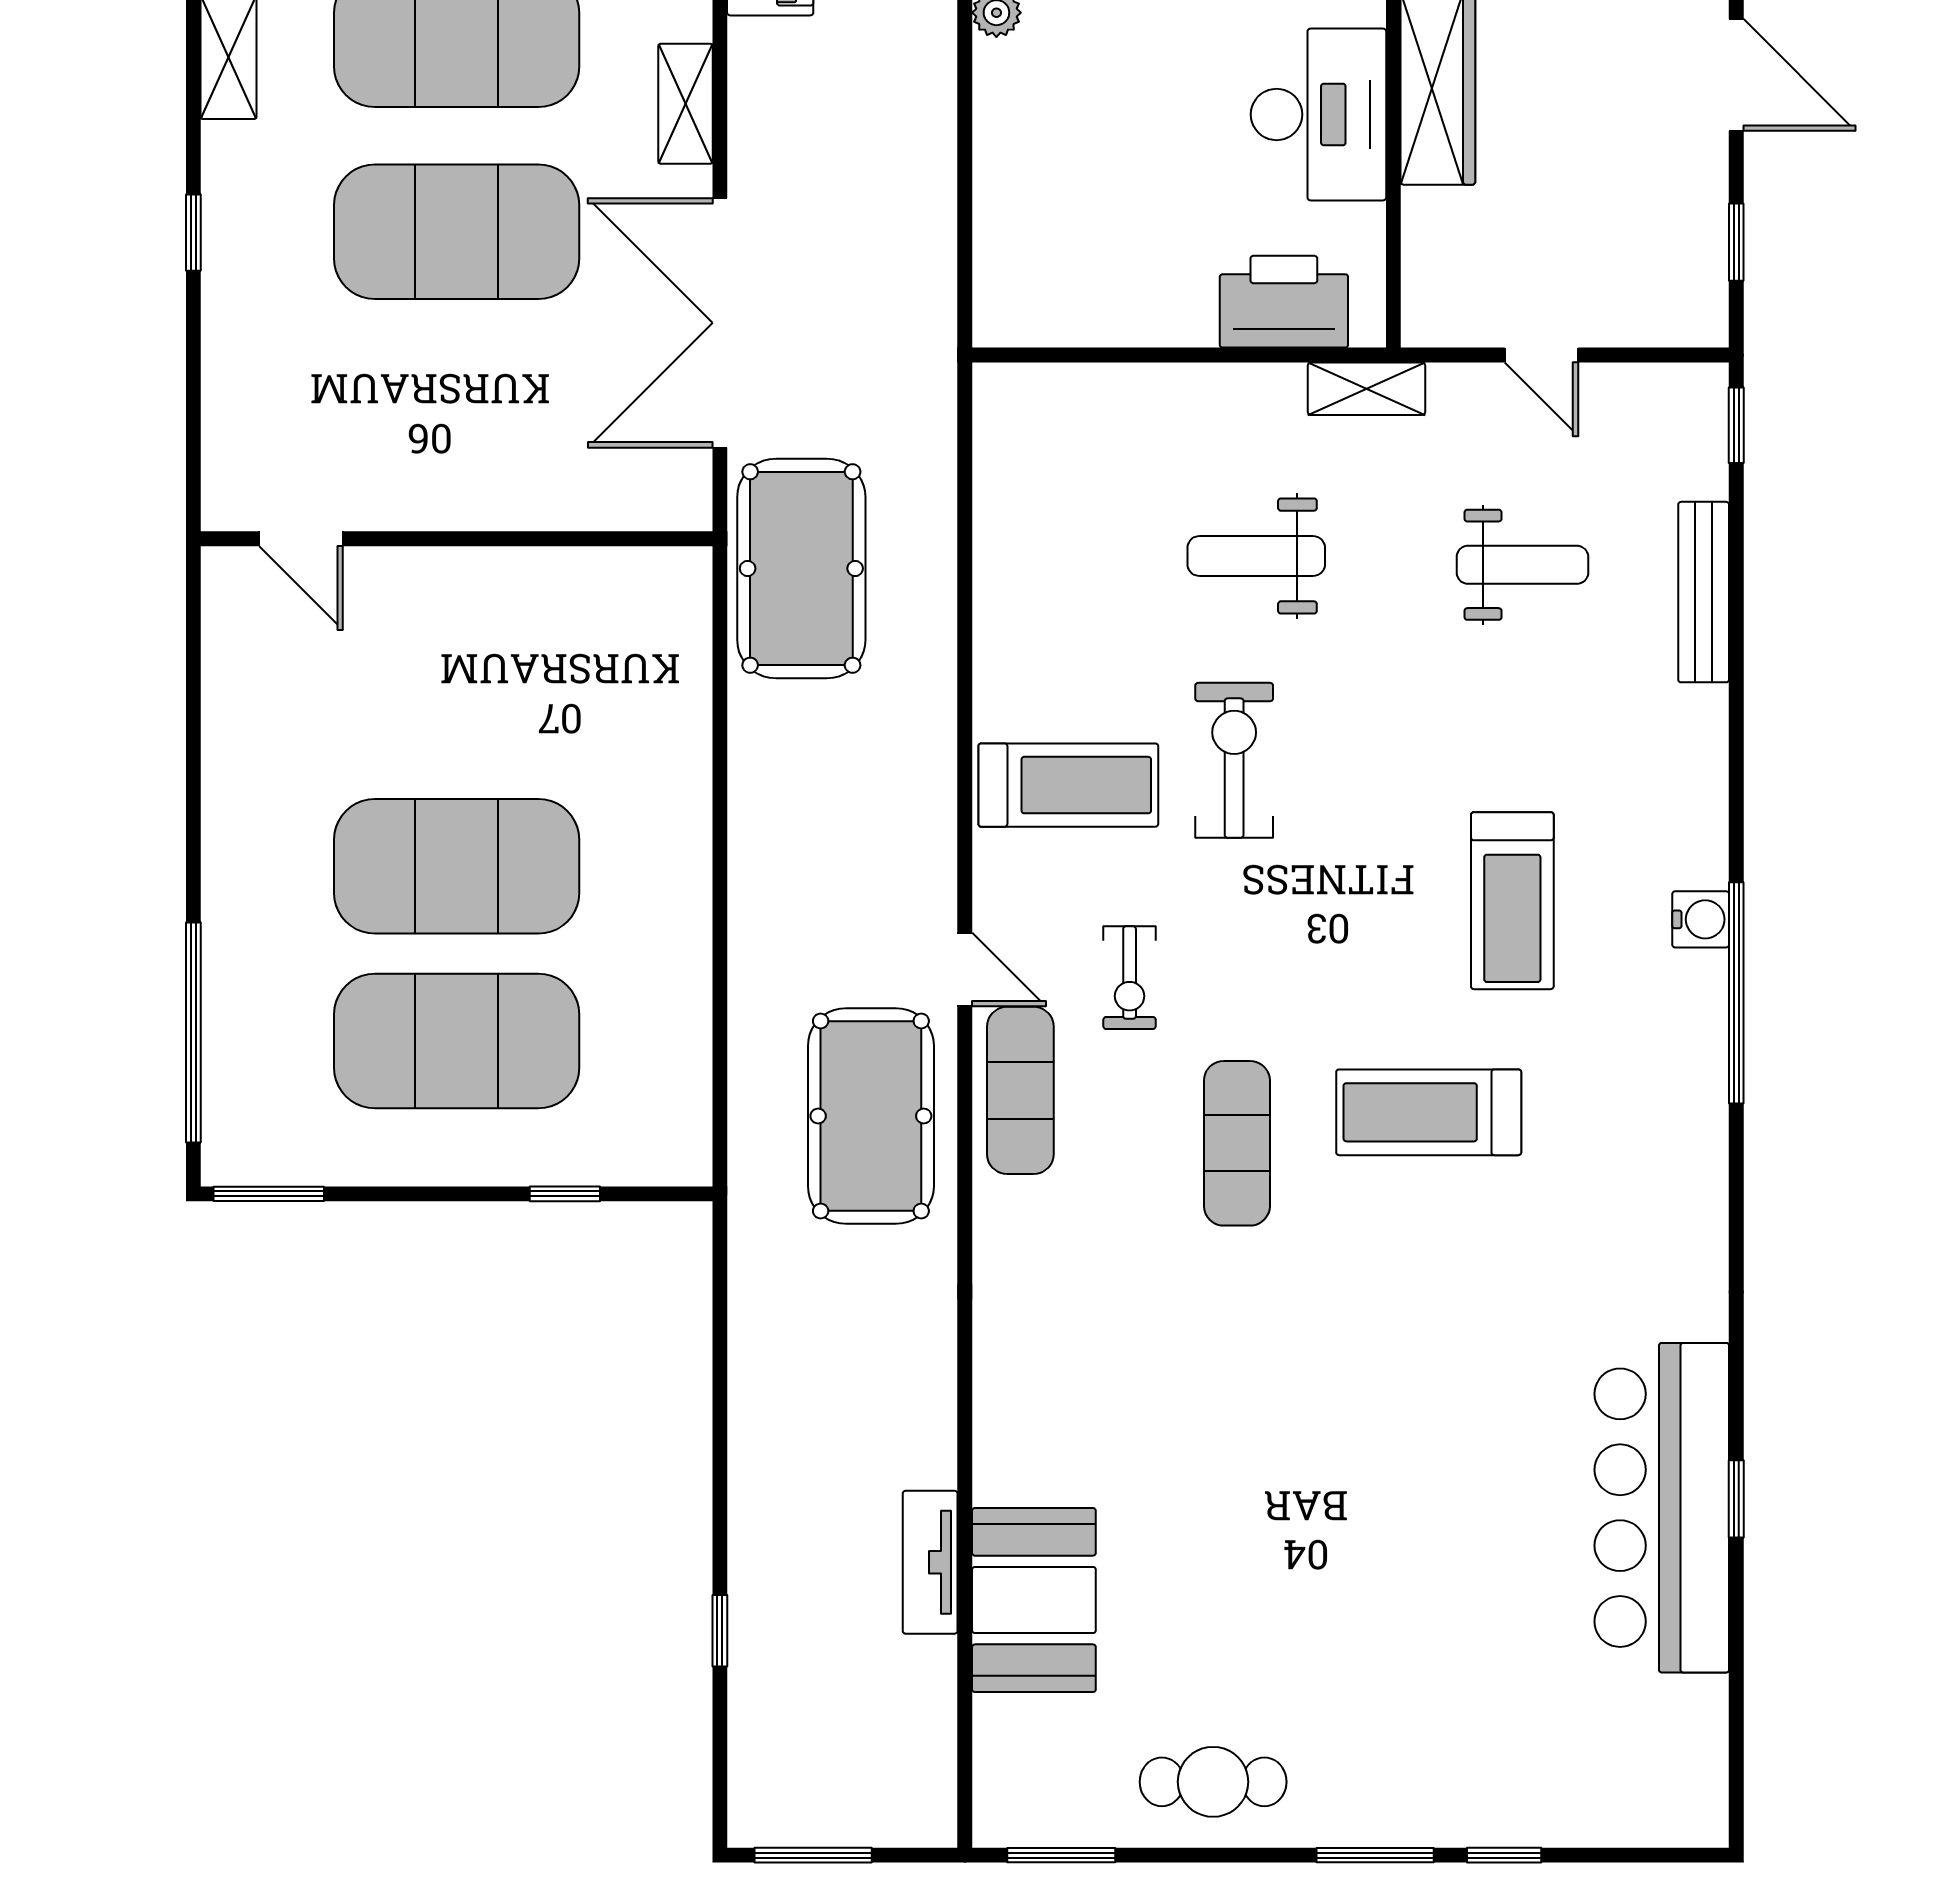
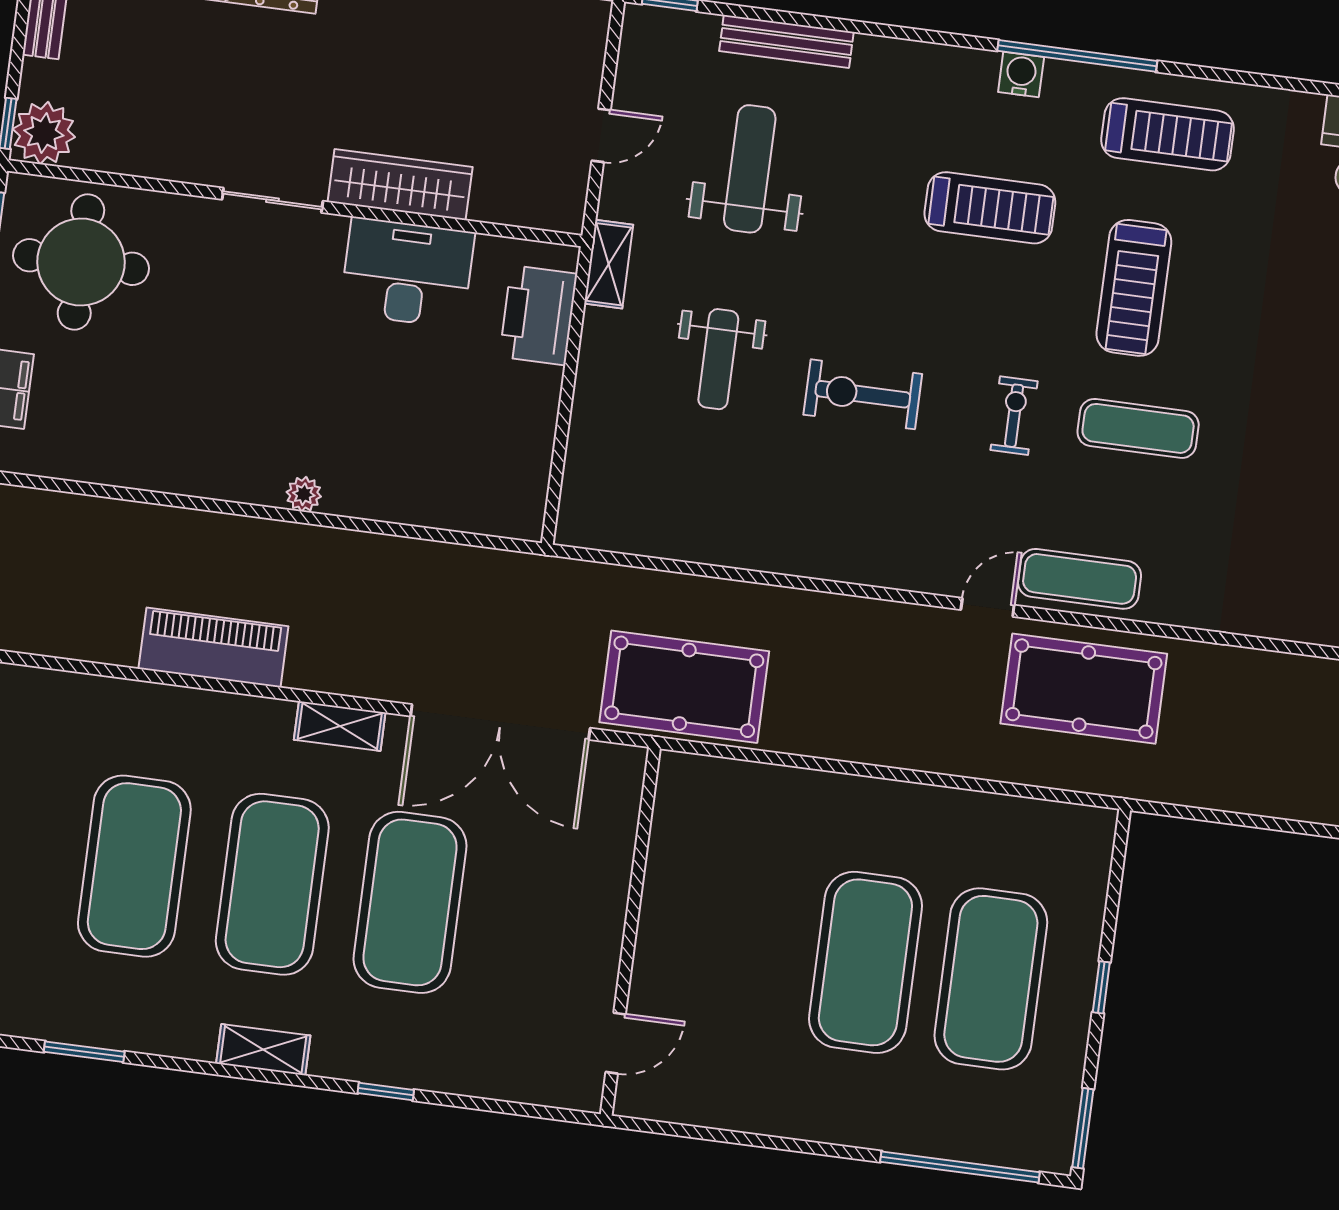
weight bench: (1522, 565) -> (750, 169), width x1.36, depth x1.33
treadmill: (1068, 785) -> (1168, 134), moved, turned 90
exercise bike: (1130, 978) -> (1014, 416), moved, turned -90
window: (565, 1194) -> (1101, 987), moved

